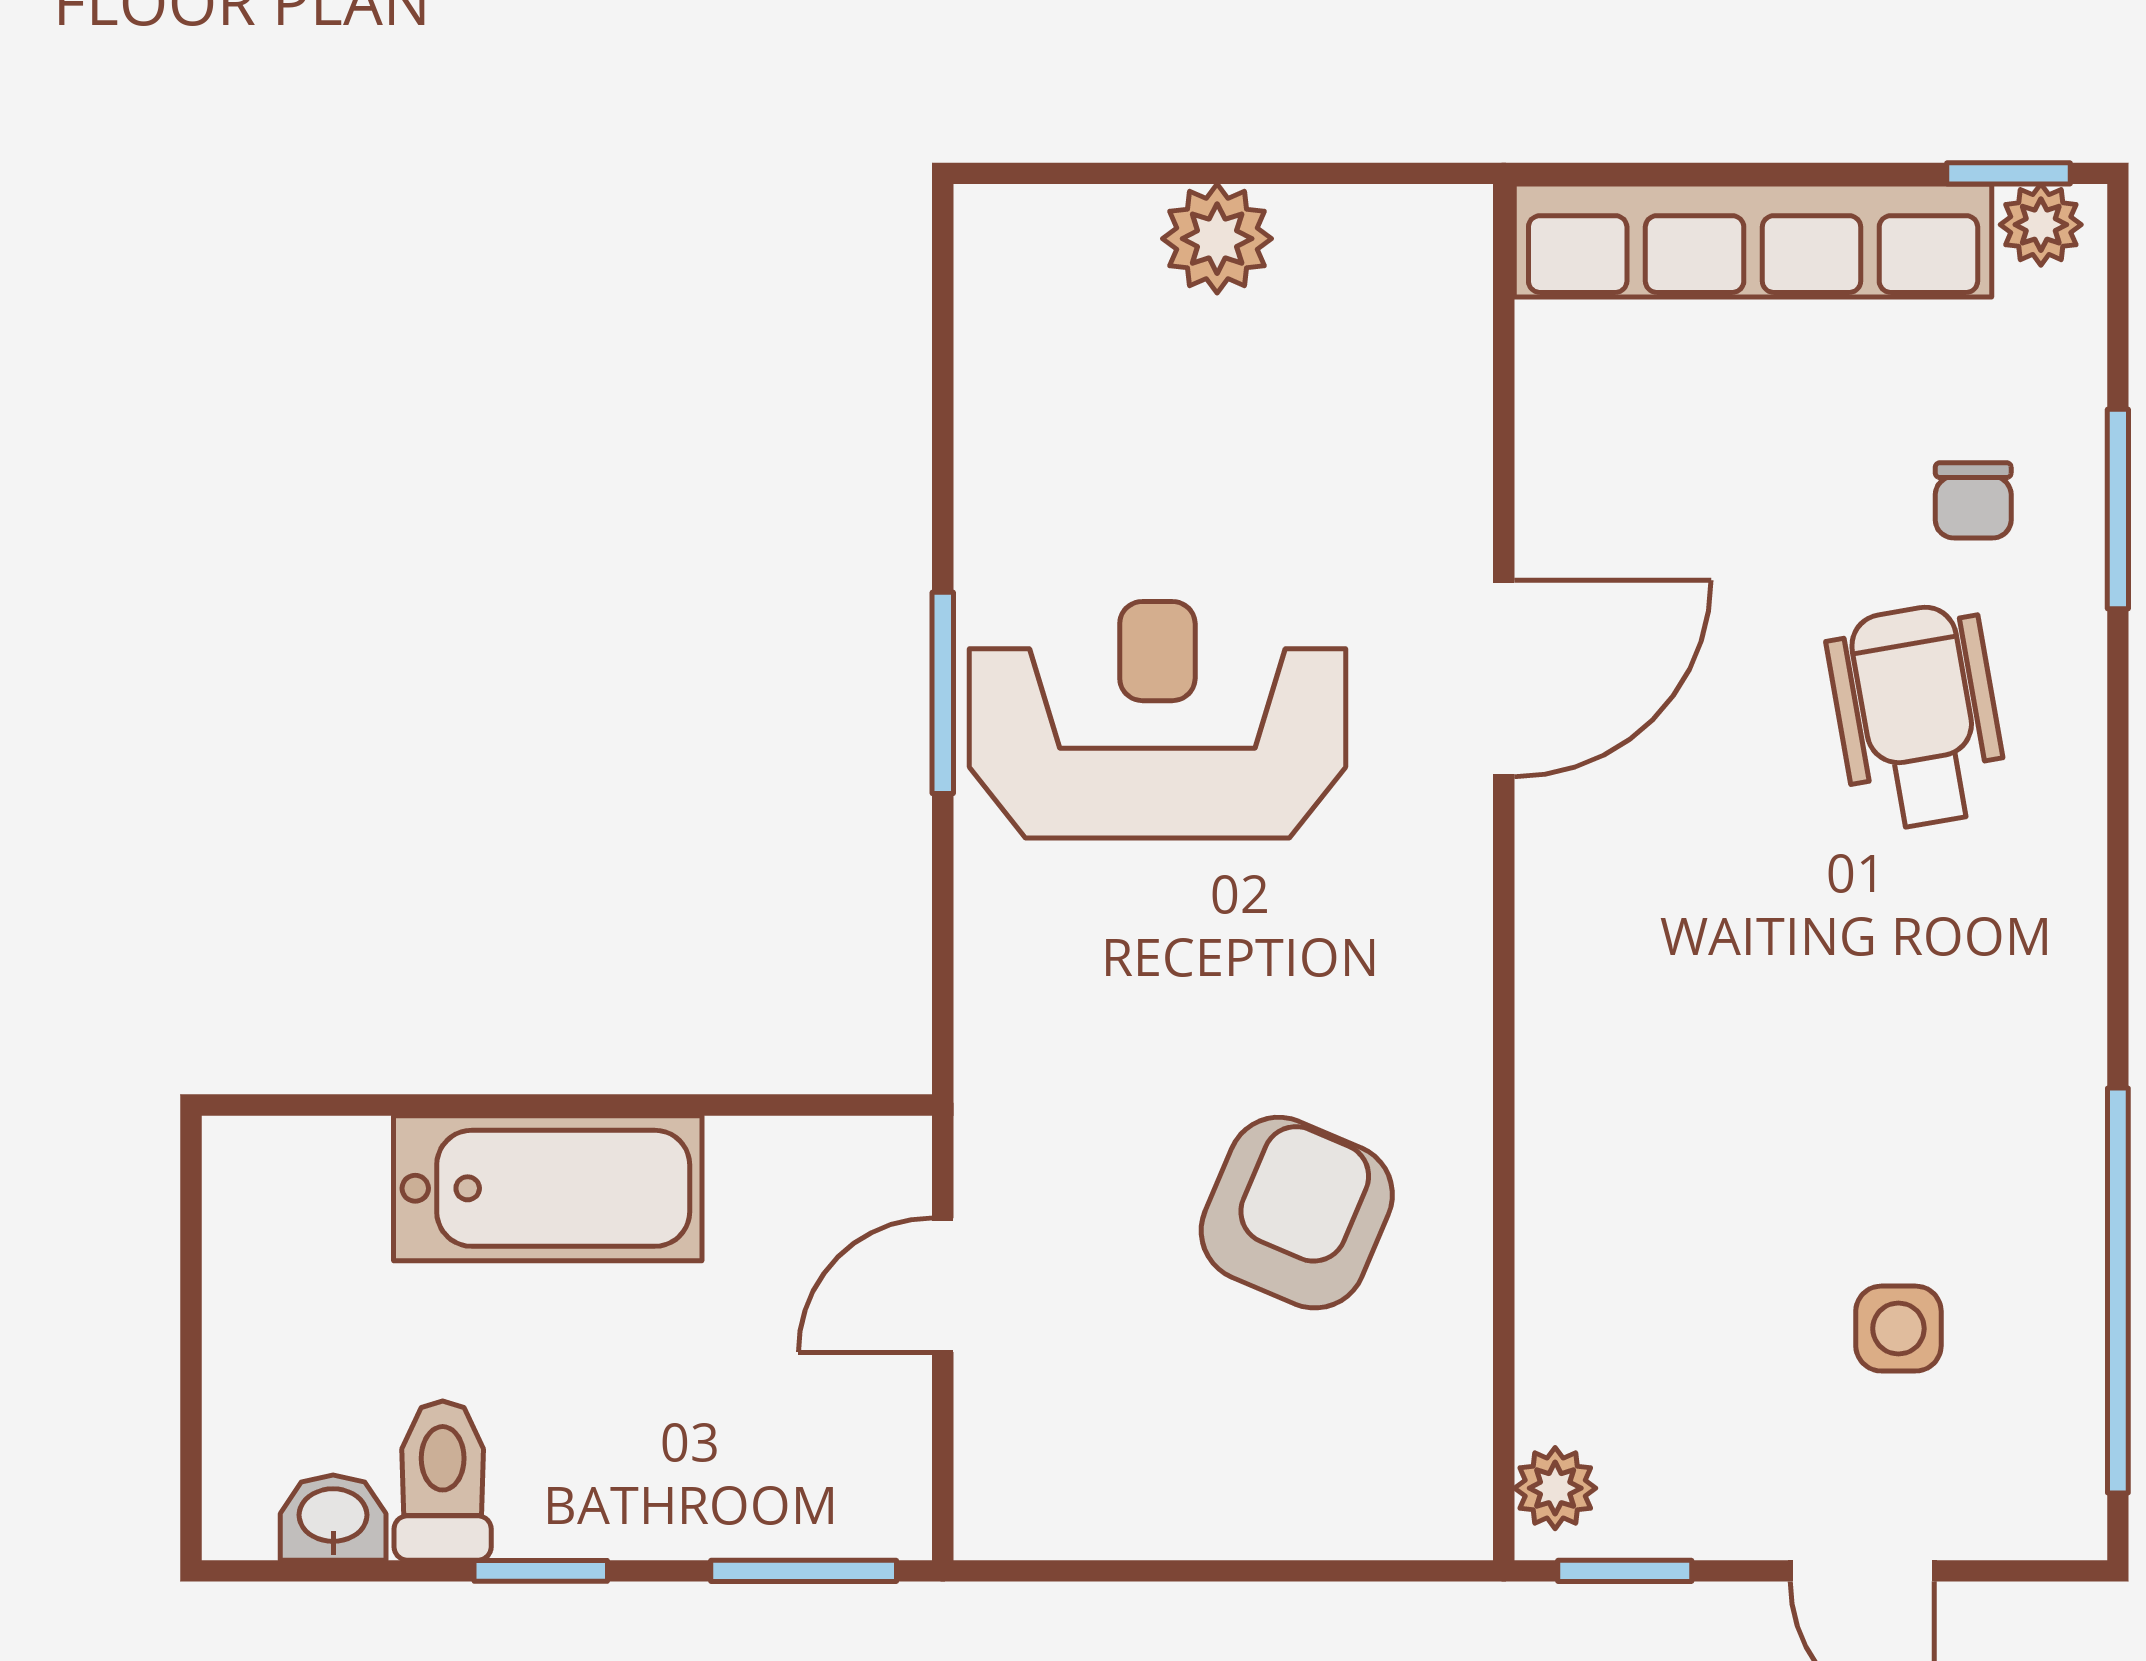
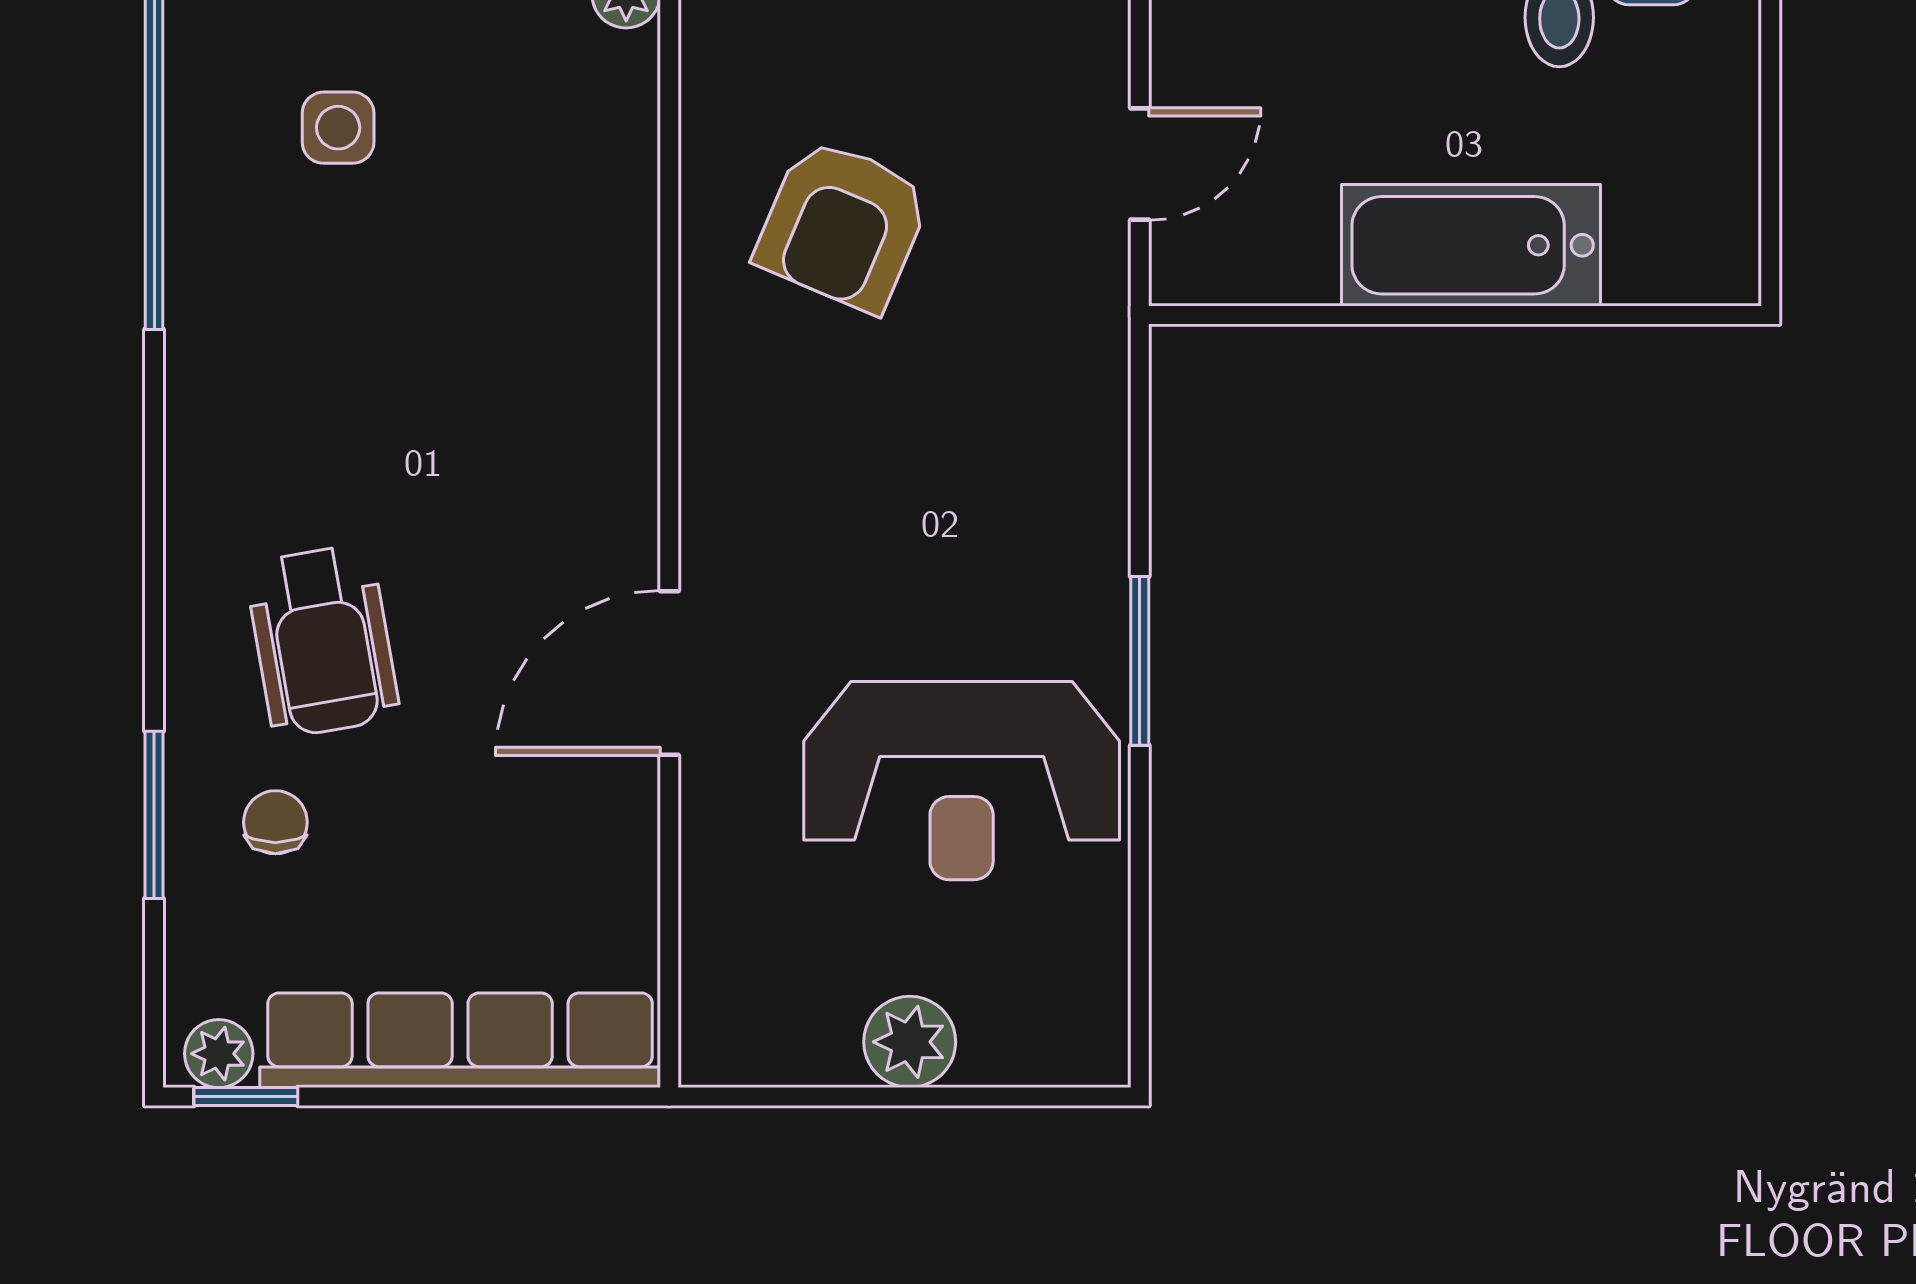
reception desk: (1157, 720) -> (962, 781), moved

